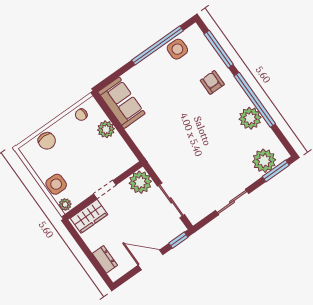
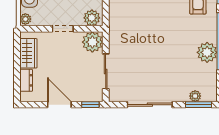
plant: (124, 161) -> (92, 18), added
plant: (264, 161) -> (195, 96), width x0.53, depth x0.53
sliding door: (232, 202) -> (150, 105), width x1.37
wardrobe: (89, 216) -> (28, 53), moved, turned -90

